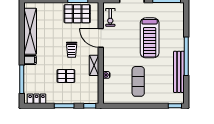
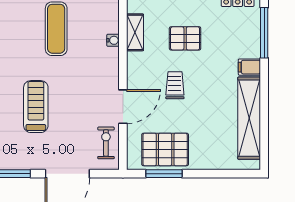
door: (101, 38) -> (123, 107), hinge flipped
treadmill: (150, 38) -> (36, 107), width x0.73, depth x0.73
shelving: (94, 65) -> (135, 32), moved

